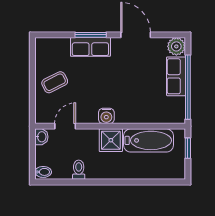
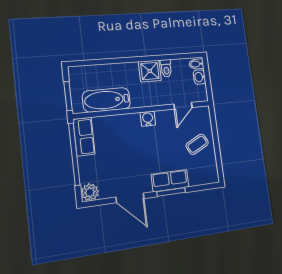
row of seats: (176, 76) -> (84, 137), moved
washbasin: (41, 137) -> (200, 77), moved
shower: (111, 140) -> (150, 71), moved
window: (188, 148) -> (68, 96), width x1.50

